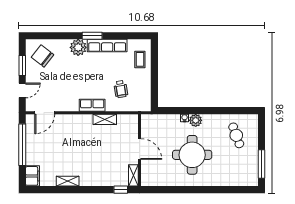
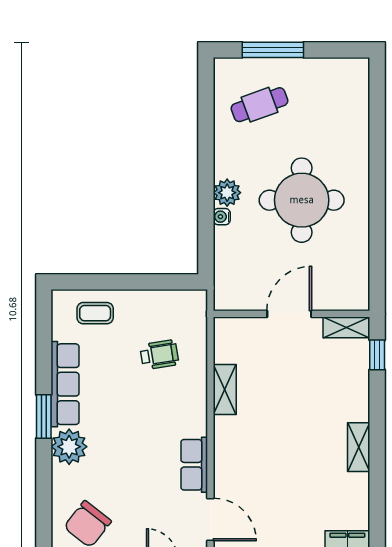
row of seats: (92, 105) -> (194, 465), moved
window: (262, 164) -> (273, 50), moved
shelving: (68, 181) -> (359, 447), moved

